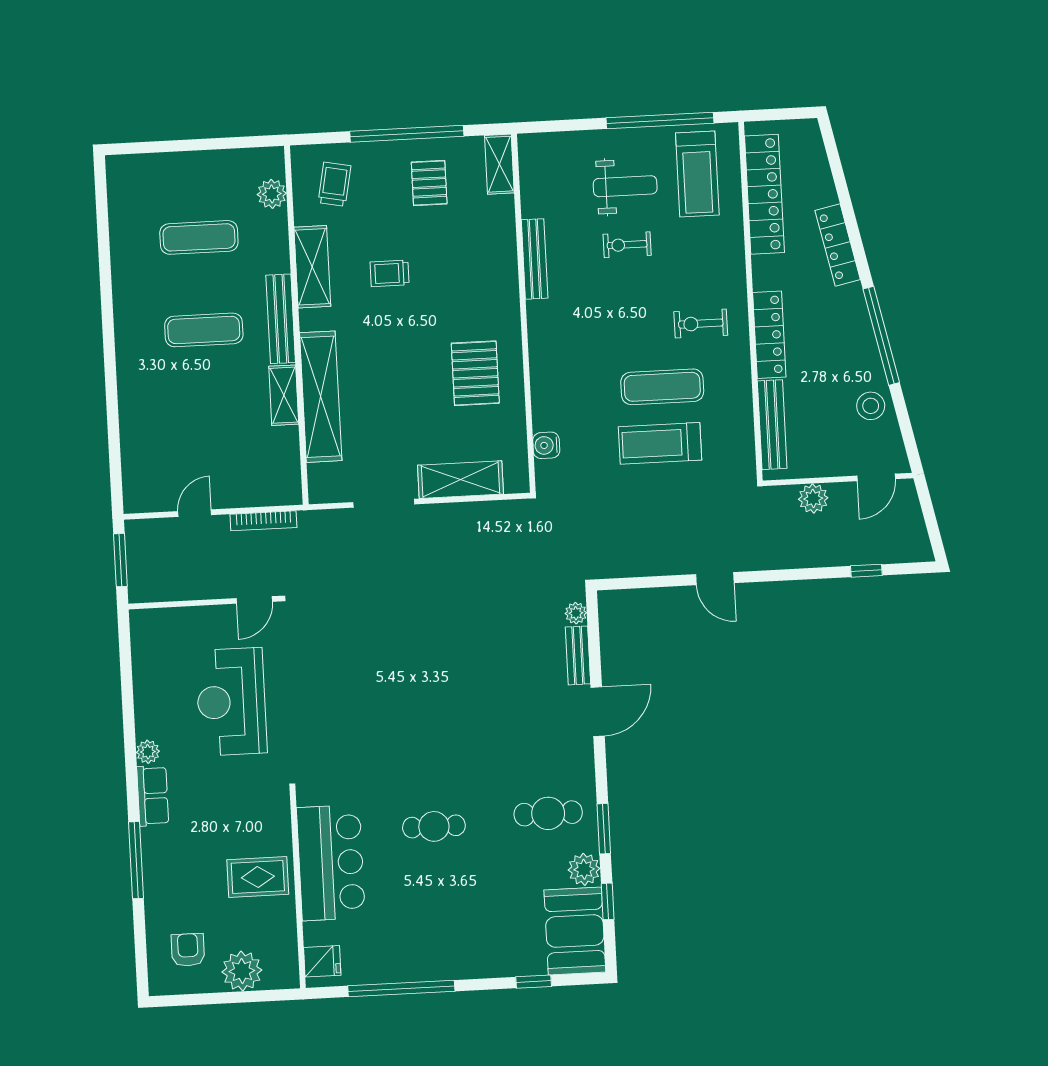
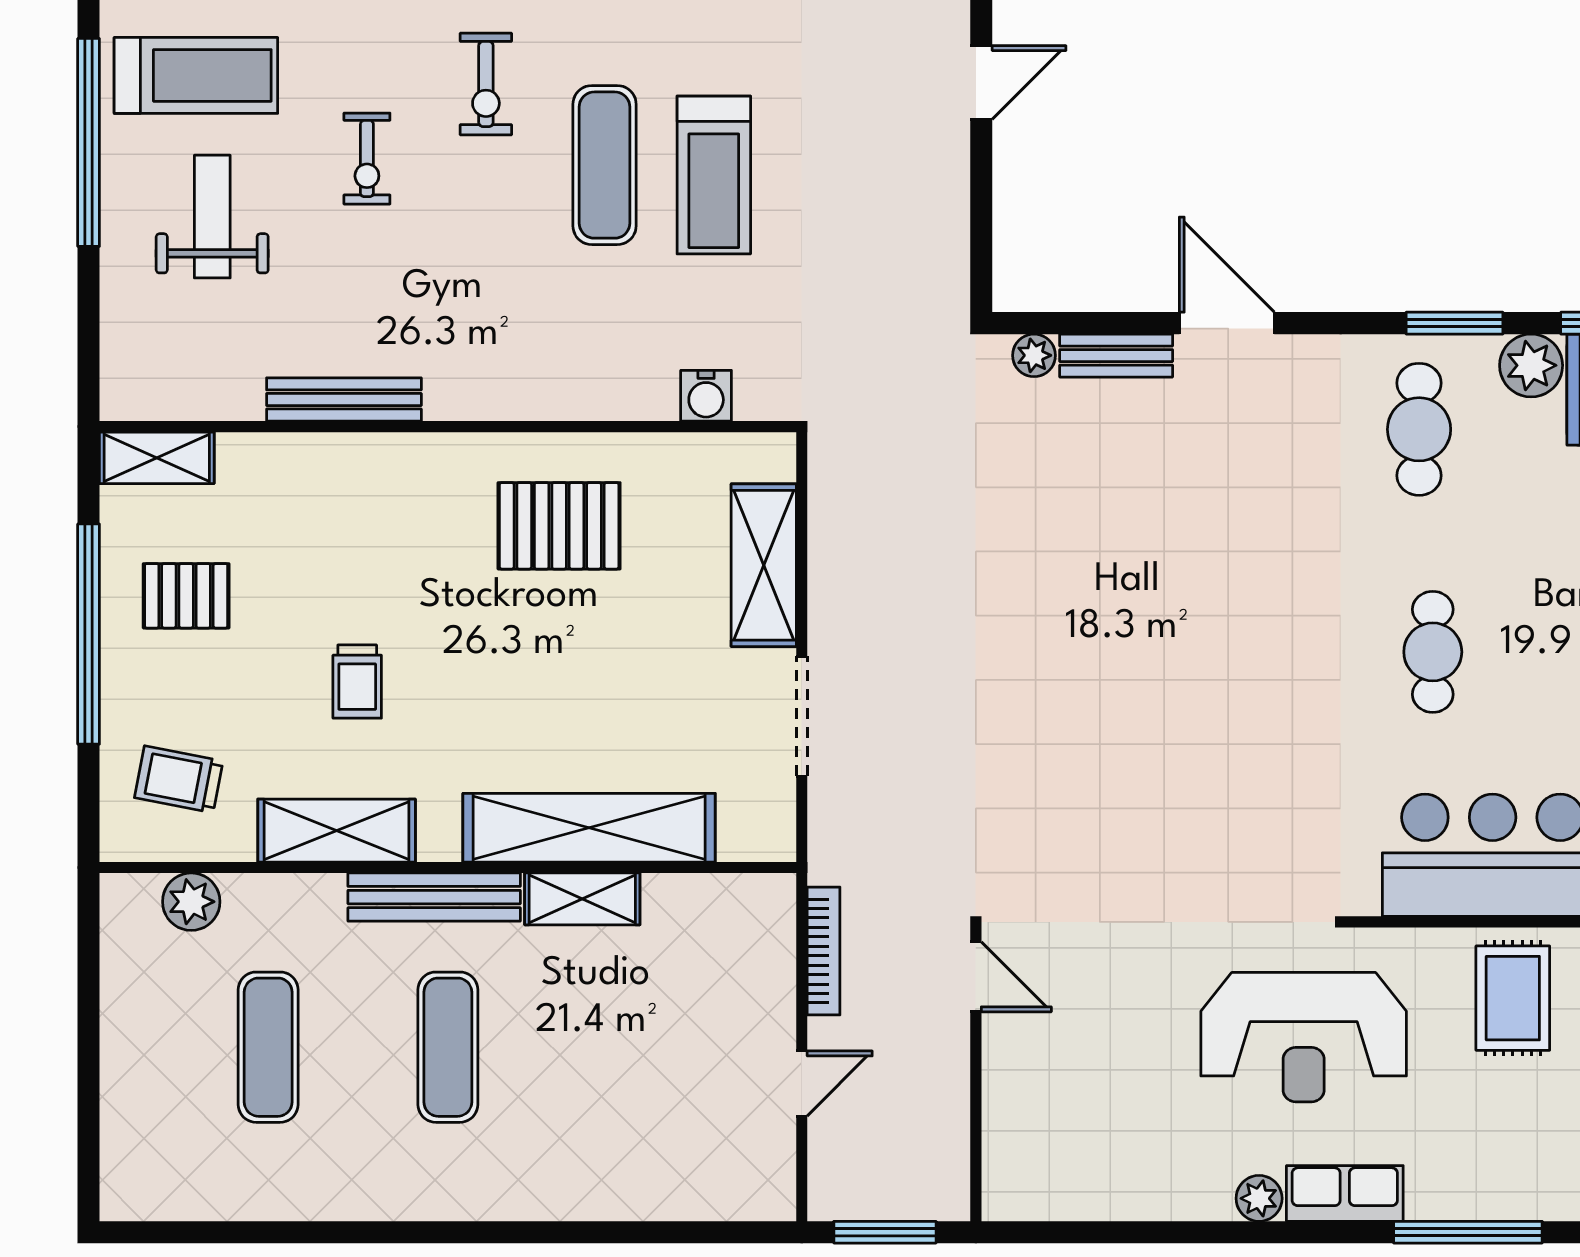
exercise bike: (627, 245) -> (367, 159), moved
door: (195, 513) -> (802, 1084), swing flipped
reception desk: (231, 702) -> (1304, 1037), moved

